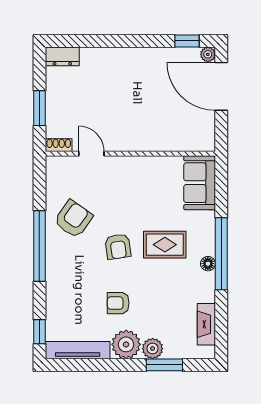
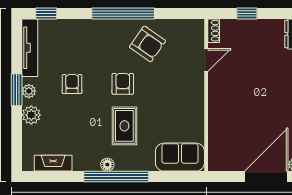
window: (39, 108) -> (247, 14), width x0.67
armchair: (118, 247) -> (123, 84), turned 98
plant: (126, 344) -> (29, 91), width x0.53, depth x0.53
window: (164, 365) -> (17, 90), moved

